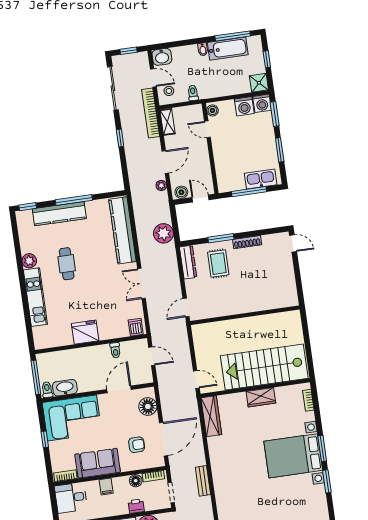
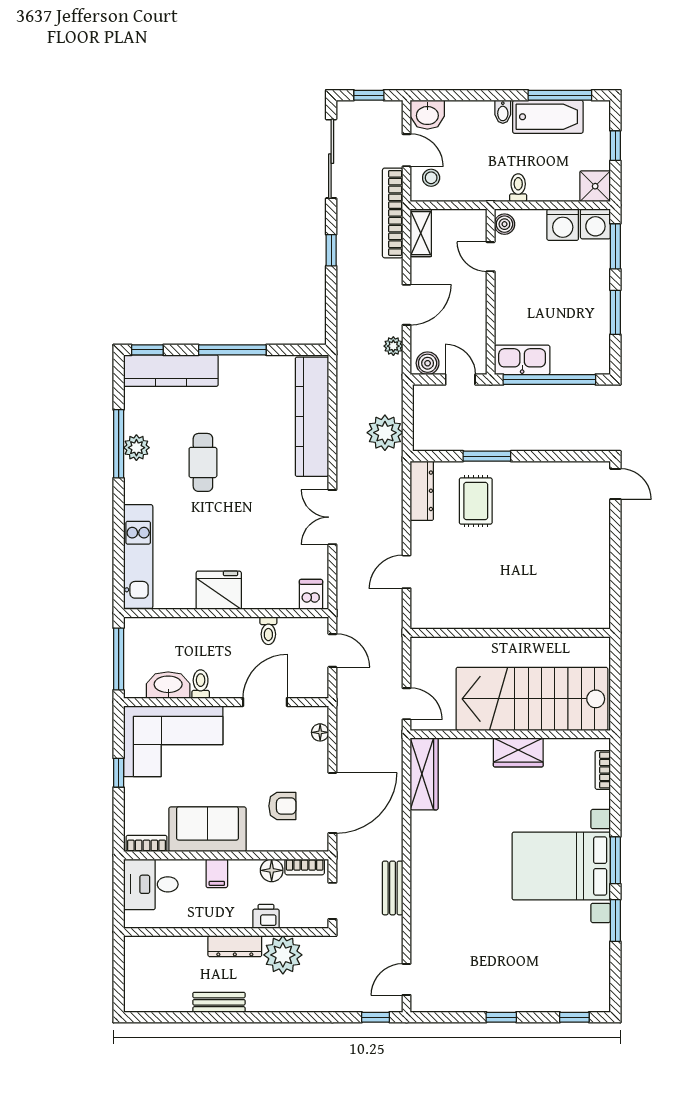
toilet: (193, 93) -> (518, 188), moved
kitchen sink: (261, 179) -> (522, 360), moved
window: (249, 192) -> (549, 379), width x1.46
kitchen counter: (59, 214) -> (171, 371), moved
shoe rack: (247, 242) -> (533, 470), removed
window: (19, 260) -> (119, 444), added
kitchen unit: (35, 297) -> (138, 557), moved
wall: (245, 315) -> (510, 633), moved
toilet: (47, 390) -> (201, 684), moved
floor lamp: (148, 406) -> (320, 732), width x0.53, depth x0.53

